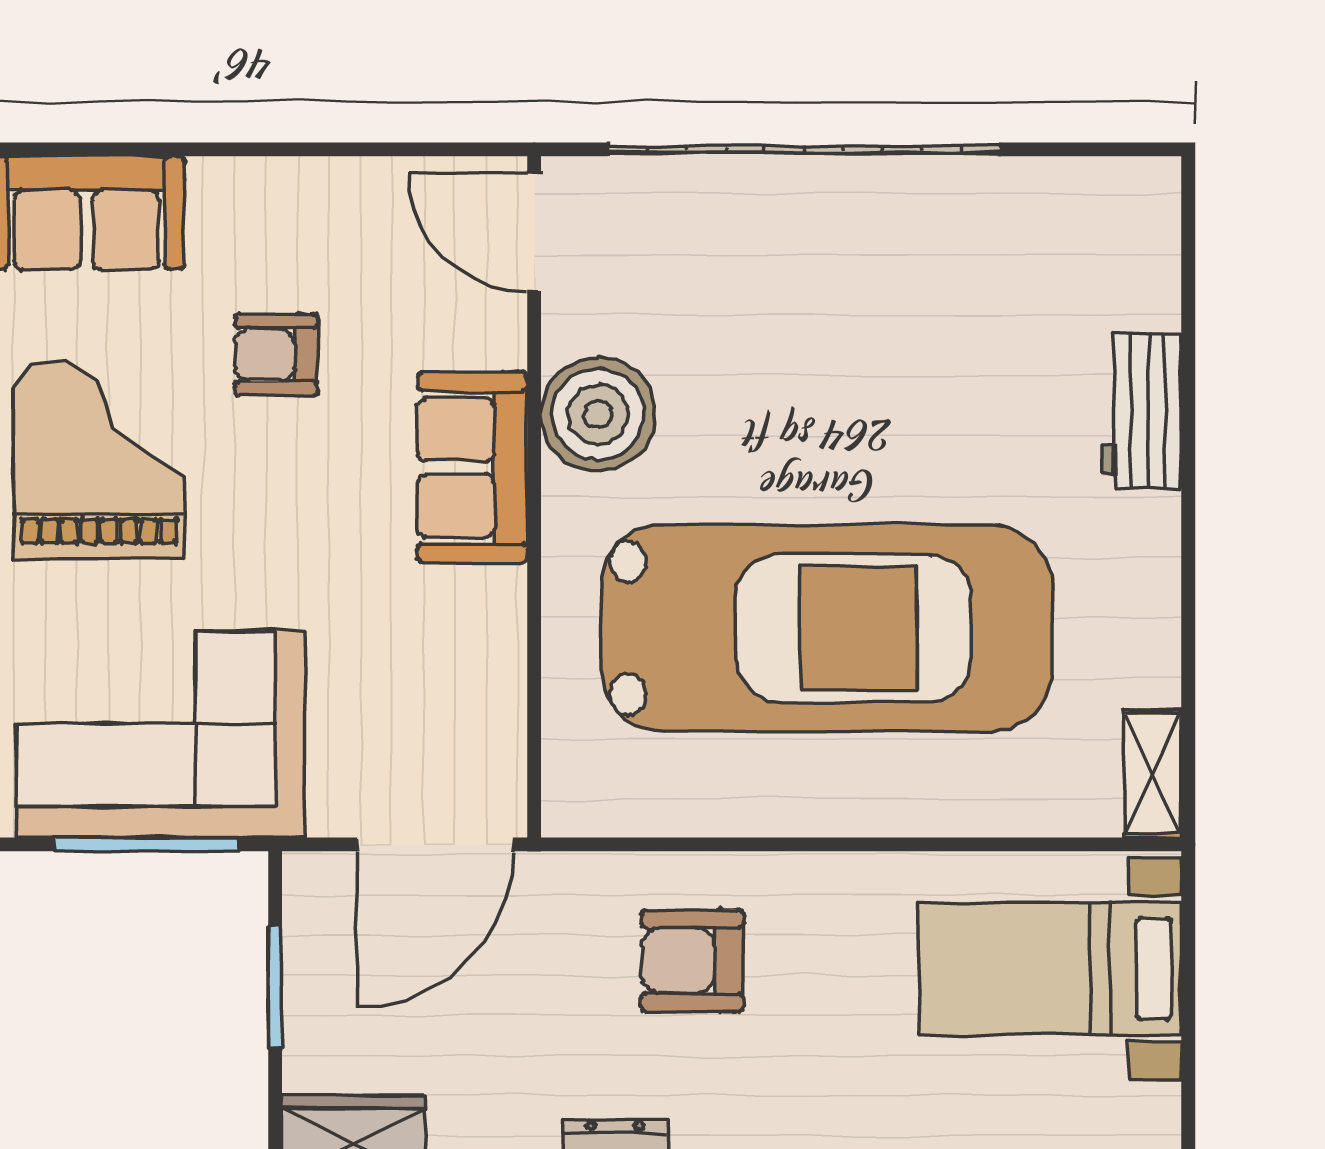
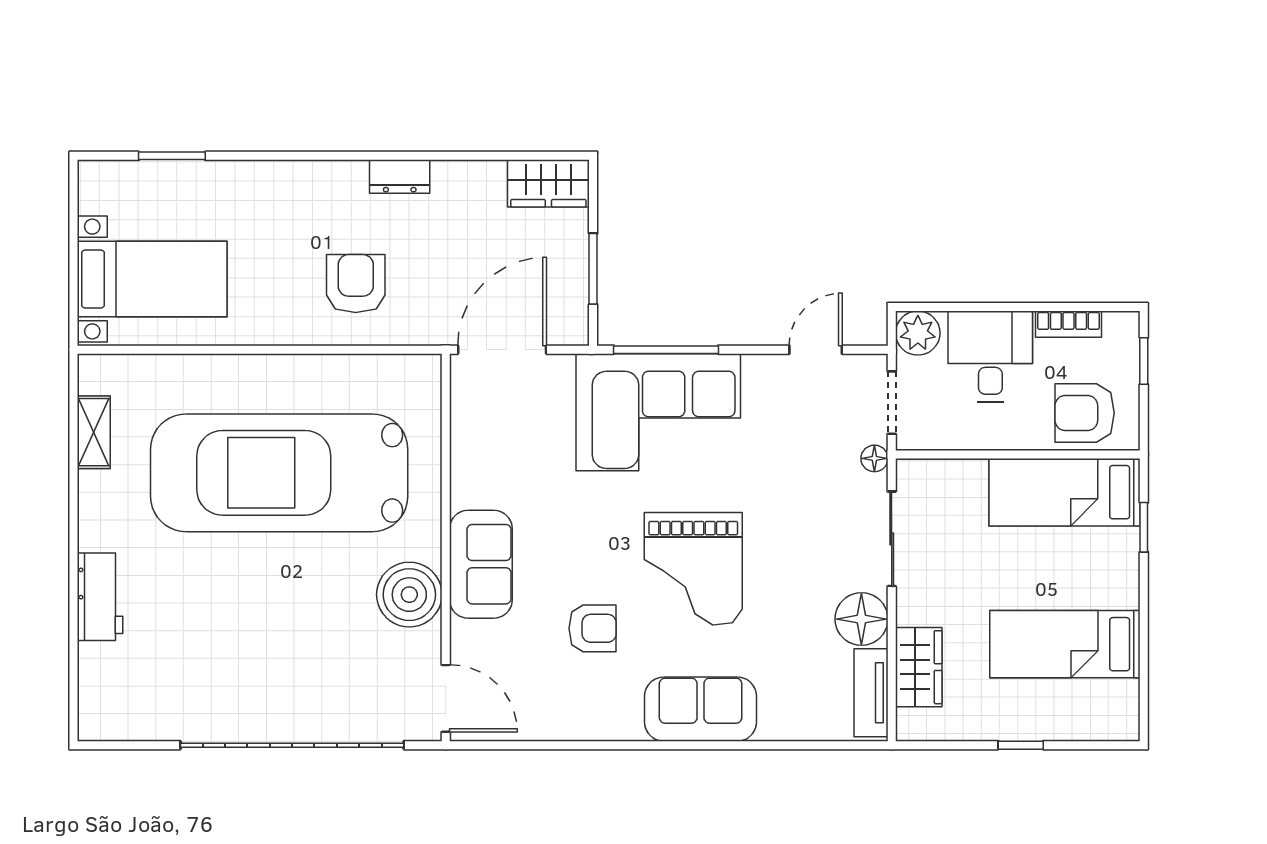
shelving: (1153, 774) -> (94, 432), moved
armchair: (692, 961) -> (356, 284), turned -90

